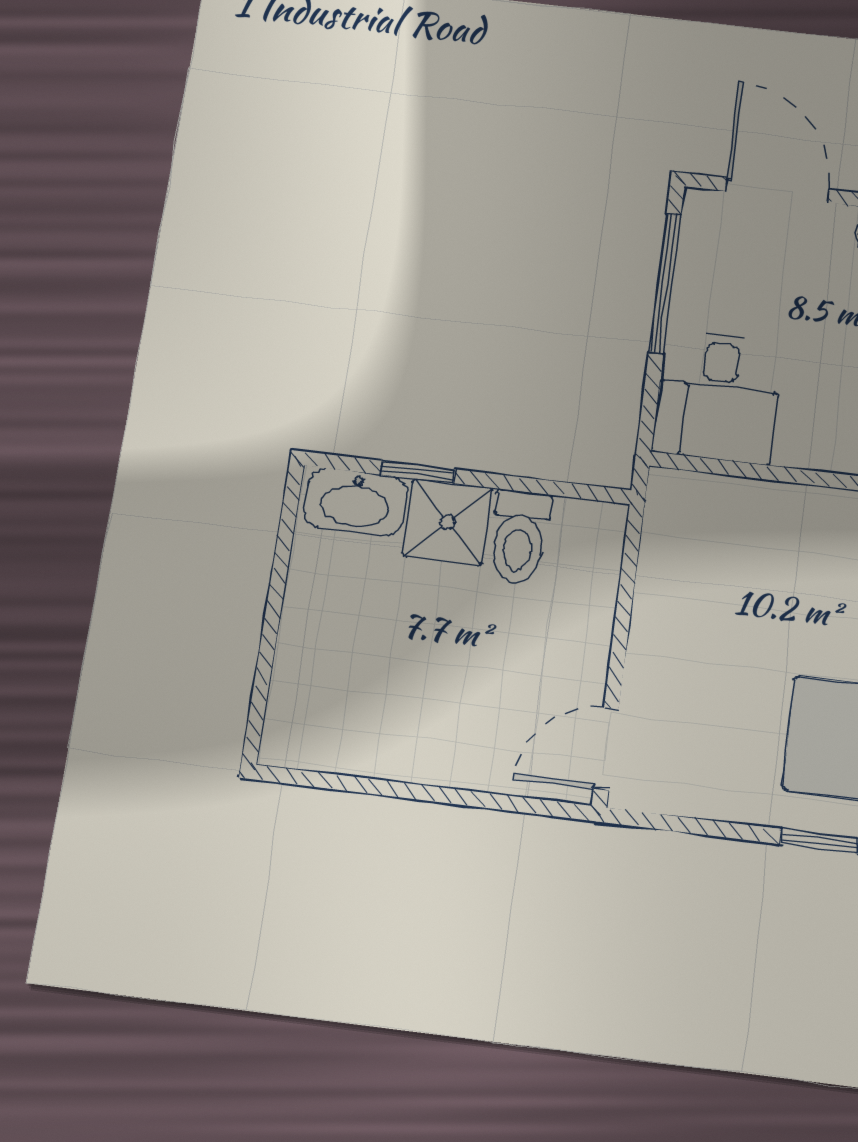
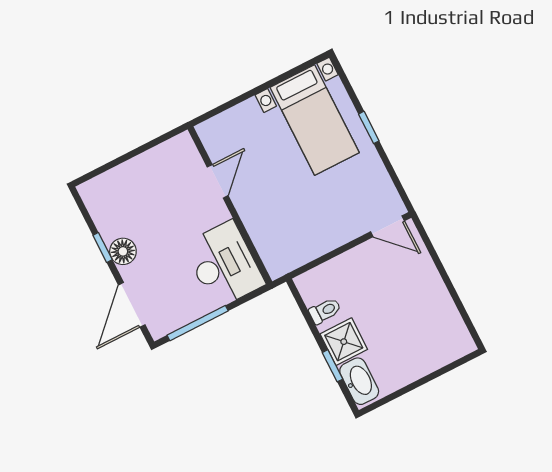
desk: (718, 396) -> (224, 265), width x1.37
toilet: (519, 537) -> (325, 311), width x0.73, depth x0.72

